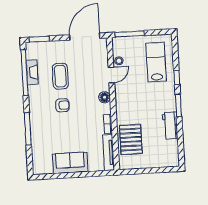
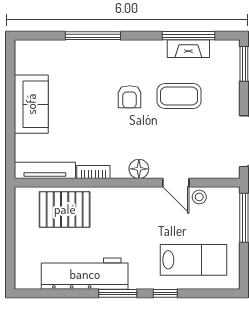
window: (25, 73) -> (188, 36), width x0.68
workbench: (170, 125) -> (85, 274), width x1.88, depth x1.32

